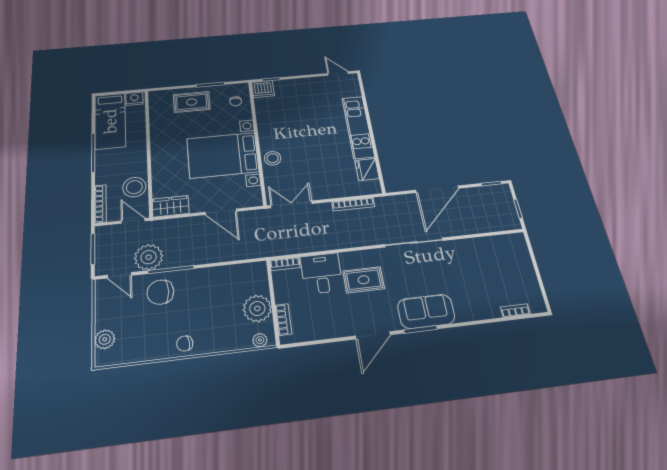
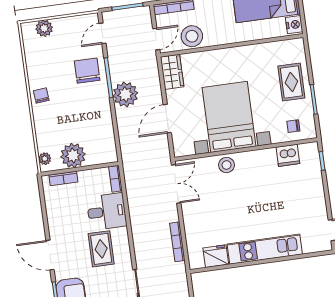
dishwasher: (263, 89) -> (288, 155), moved, turned -90
plant: (149, 257) -> (125, 94), moved

